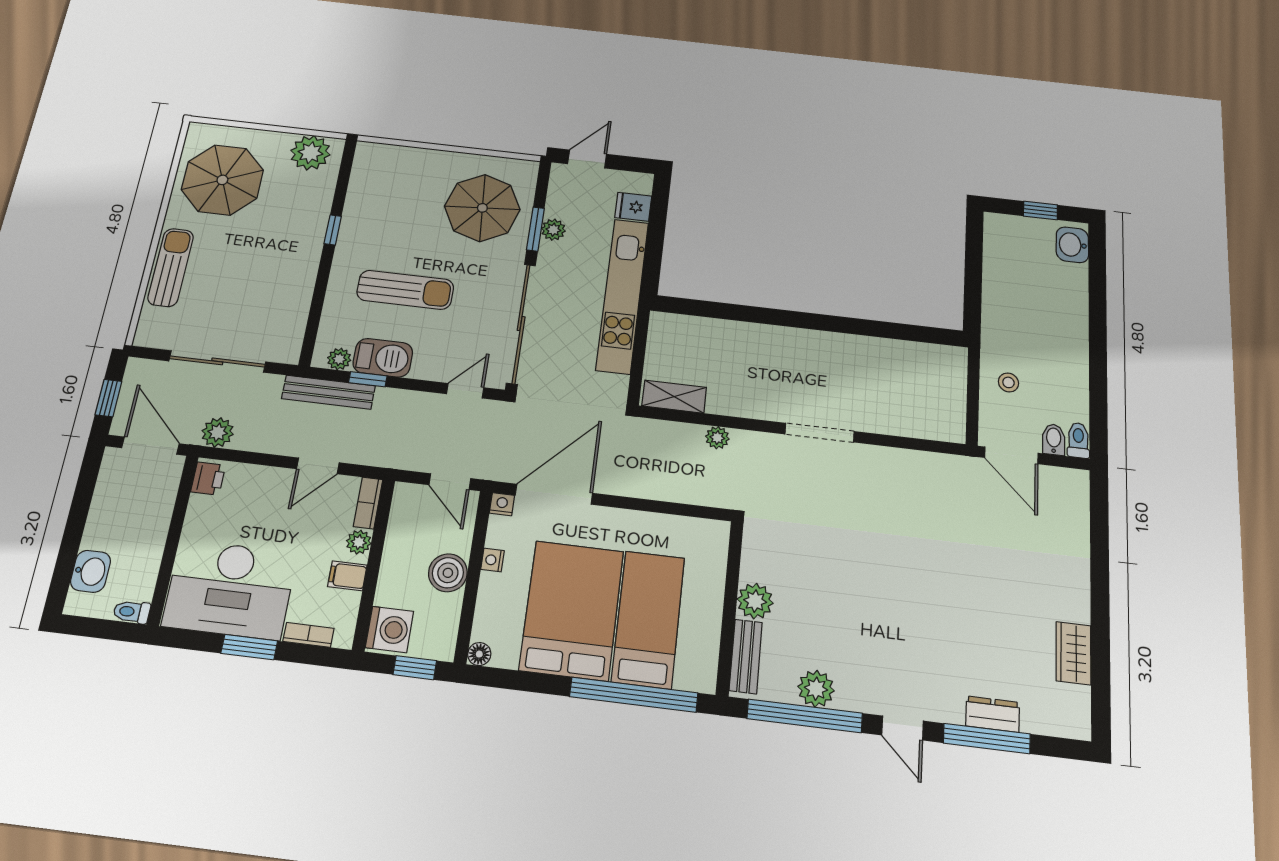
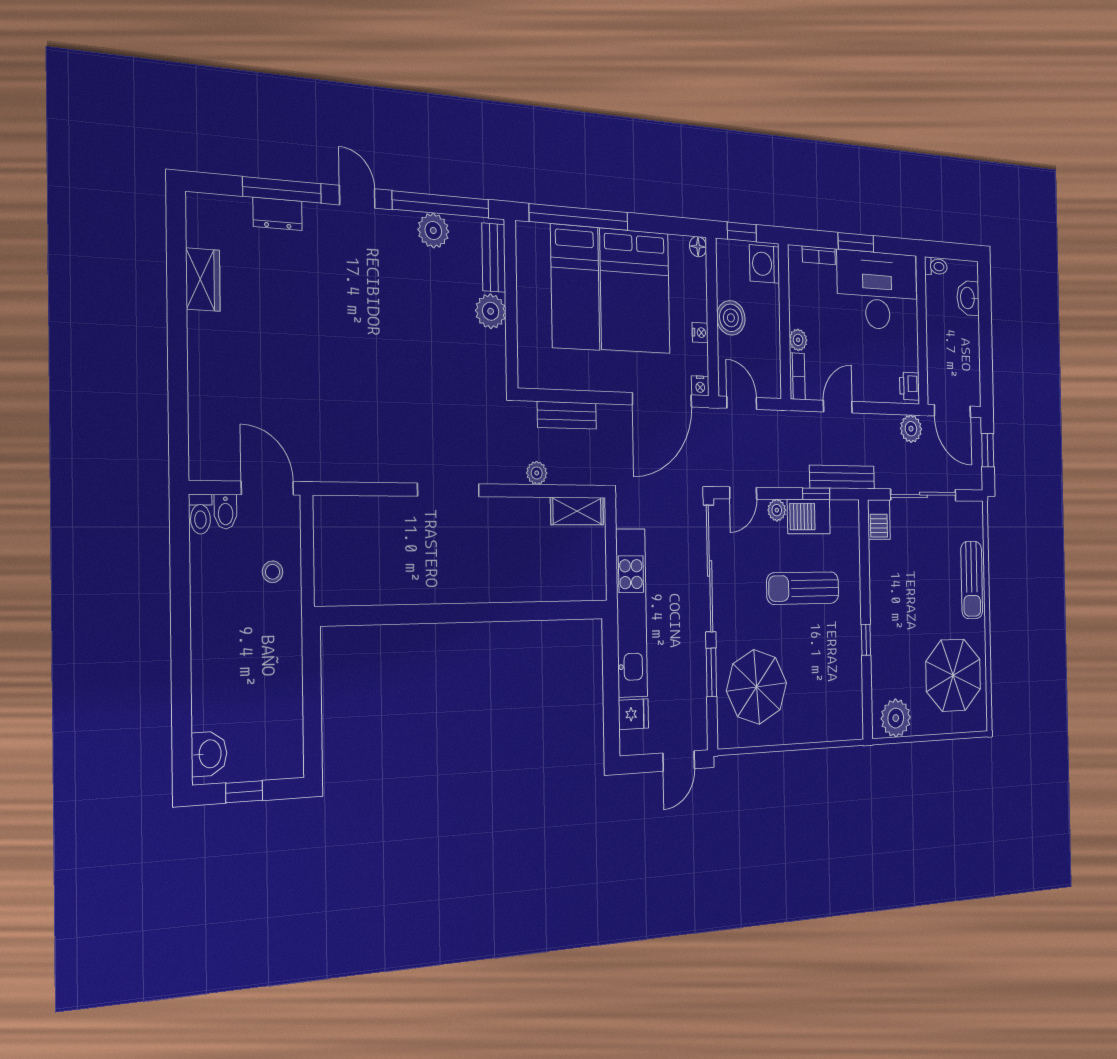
plant: (553, 230) -> (697, 675), removed
barbecue: (287, 344) -> (879, 520), added
plant: (339, 359) -> (777, 510), moved
bench: (675, 490) -> (567, 415), added
filing cabinet: (347, 576) -> (801, 309), removed

